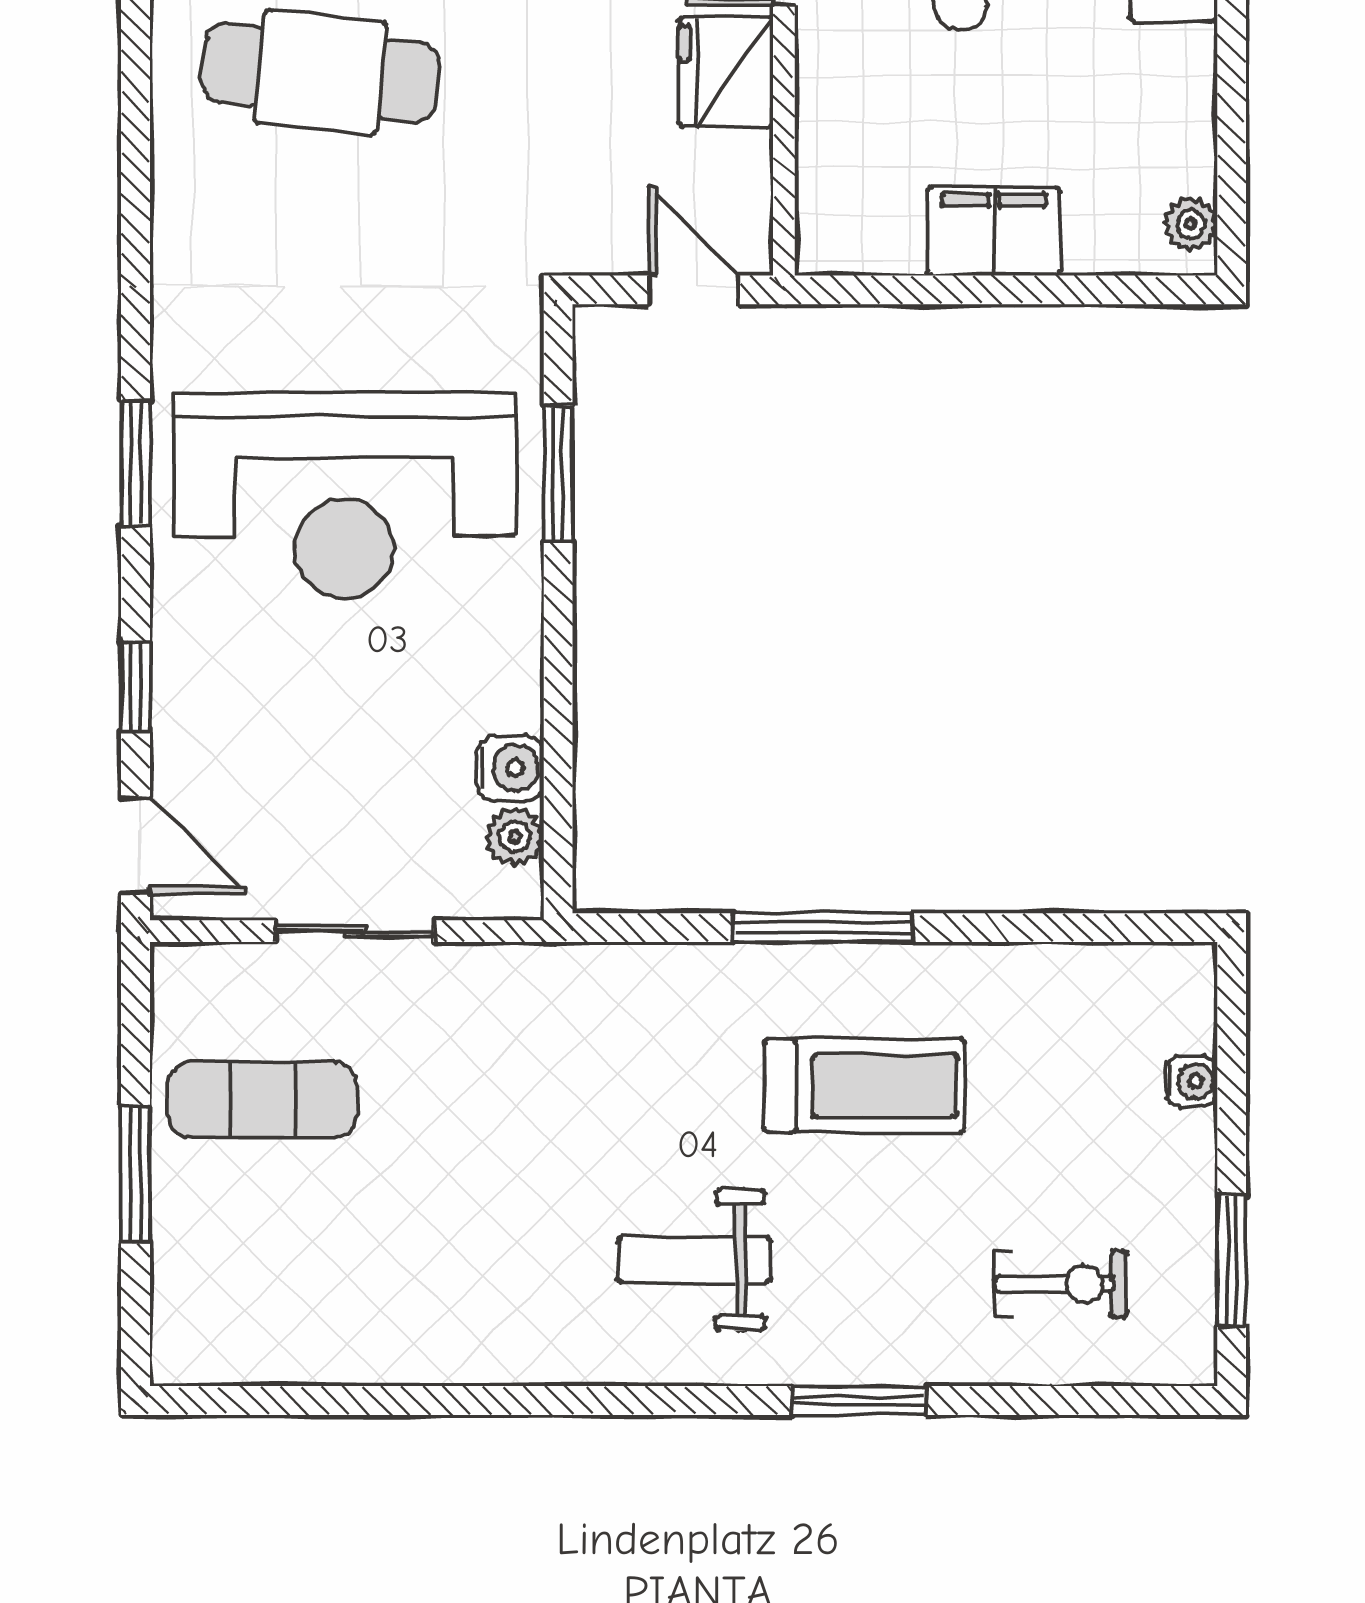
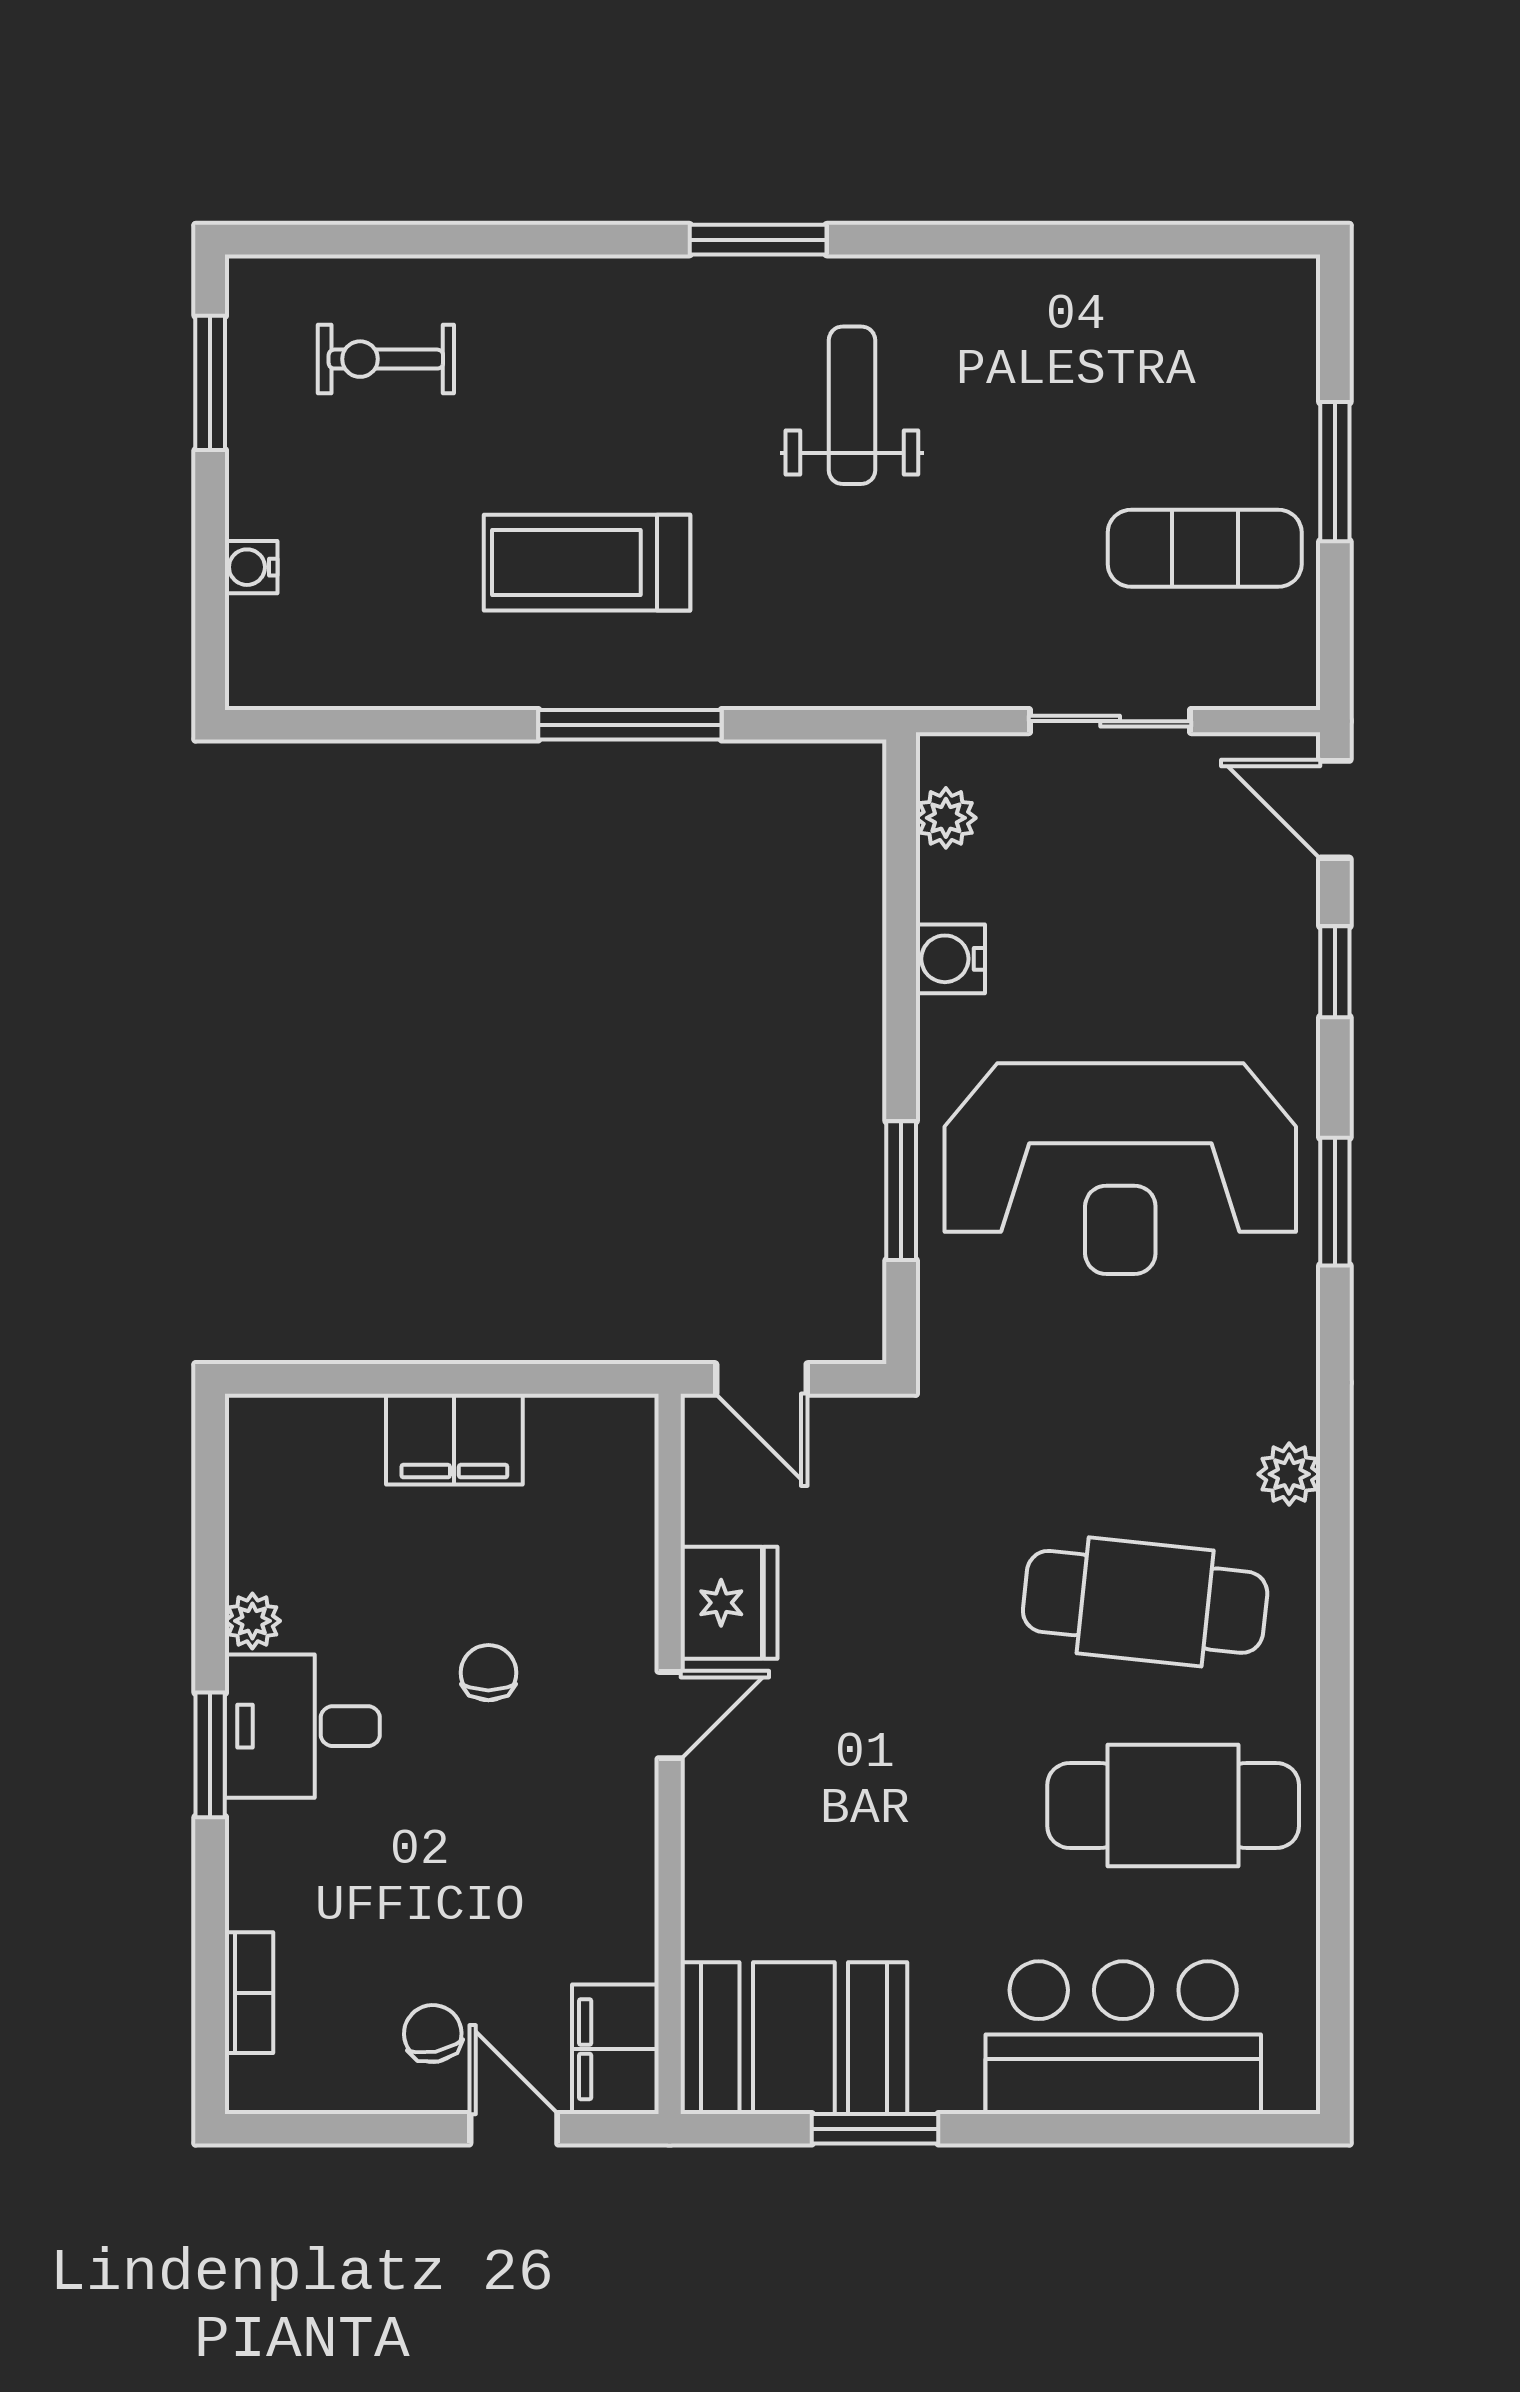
plant: (180, 197) -> (1289, 1474), added
plant: (1190, 224) -> (252, 1621), moved
reception desk: (345, 495) -> (1120, 1169), turned 180
water cooler: (510, 768) -> (950, 959), moved
weight bench: (694, 1260) -> (852, 405), moved, turned -90
window: (859, 1400) -> (758, 240), moved

